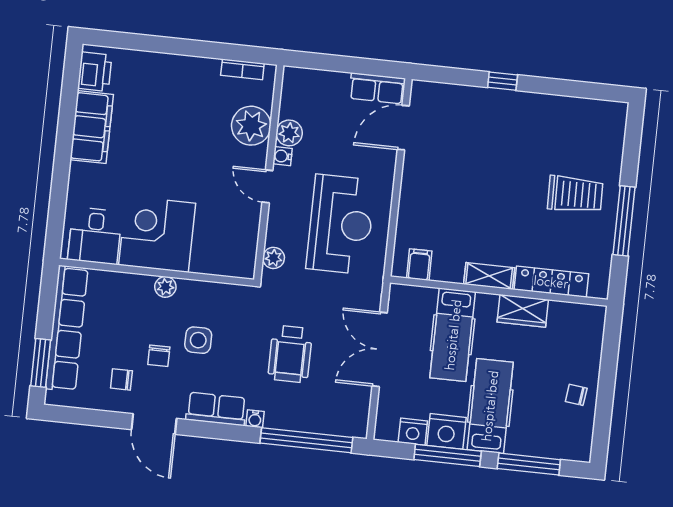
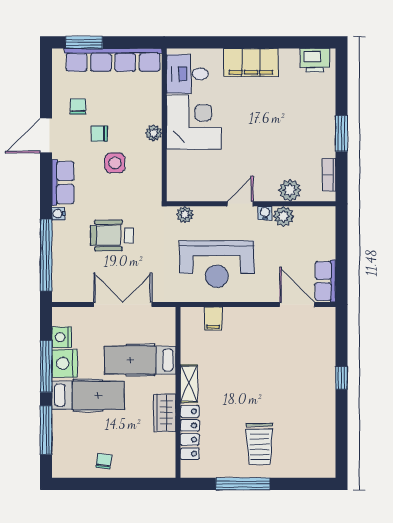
window: (192, 48) -> (341, 134), added
plant: (251, 126) -> (290, 190), width x0.73, depth x0.73
filing cabinet: (92, 127) -> (251, 62), moved
filing cabinet: (419, 265) -> (213, 319), moved, turned 90

